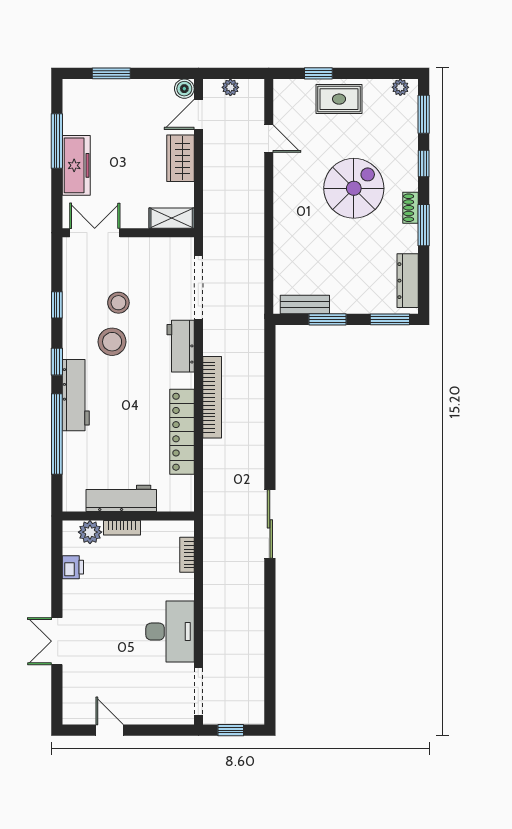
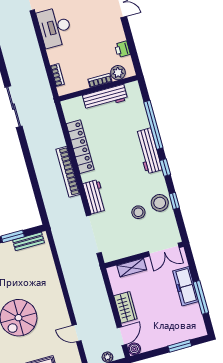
shelving: (172, 218) -> (132, 268), moved
stool: (112, 342) -> (160, 203), moved

